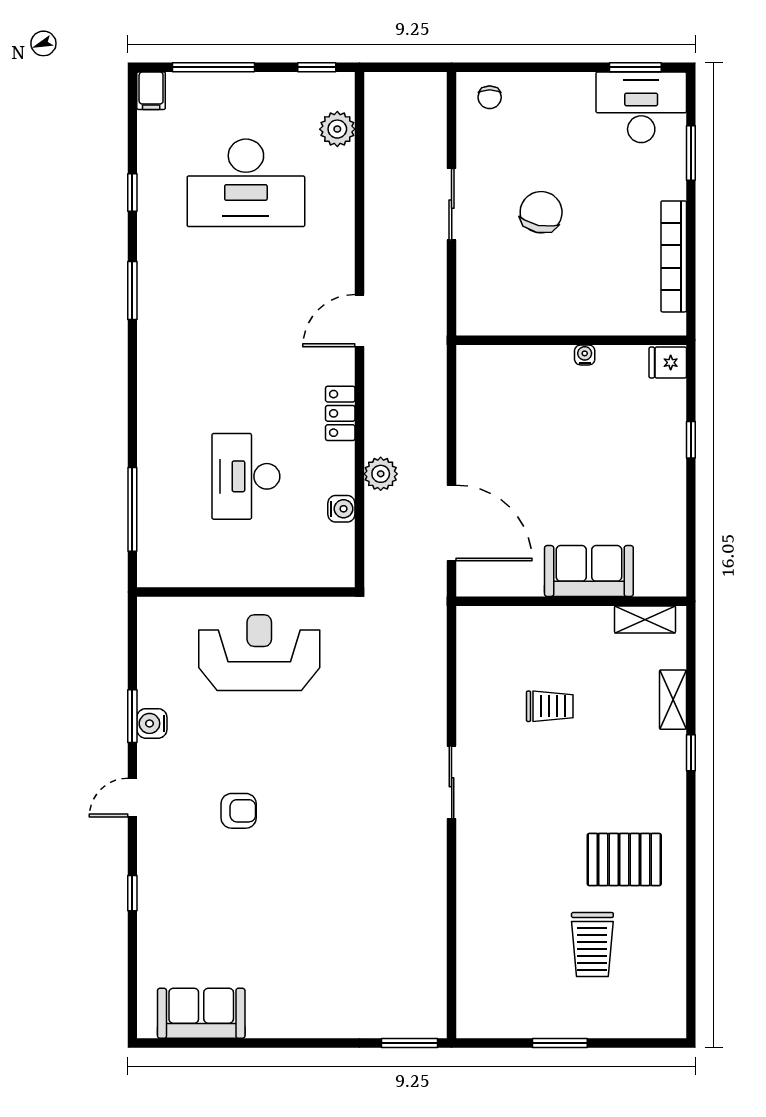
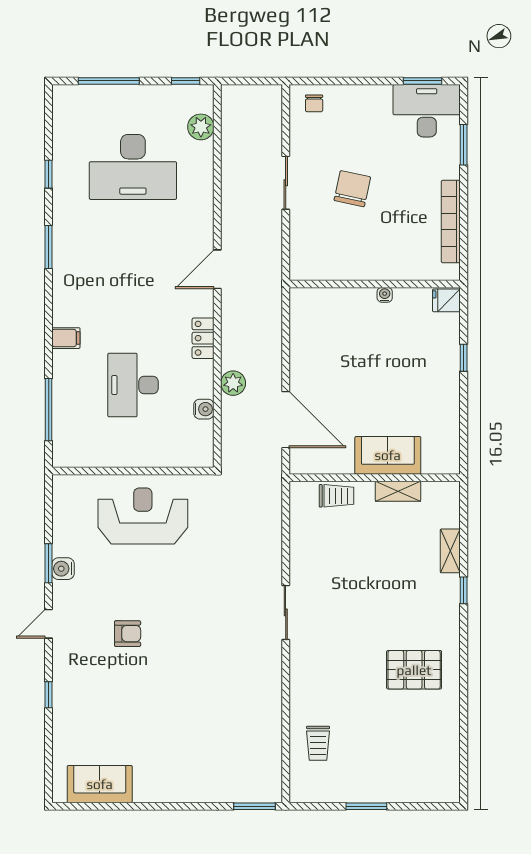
filing cabinet: (151, 91) -> (66, 338), moved, turned -90
shelving: (645, 619) -> (398, 491), moved
trolley: (550, 706) -> (336, 496), moved
trolley: (592, 945) -> (318, 743), moved, width x0.73, depth x0.72

